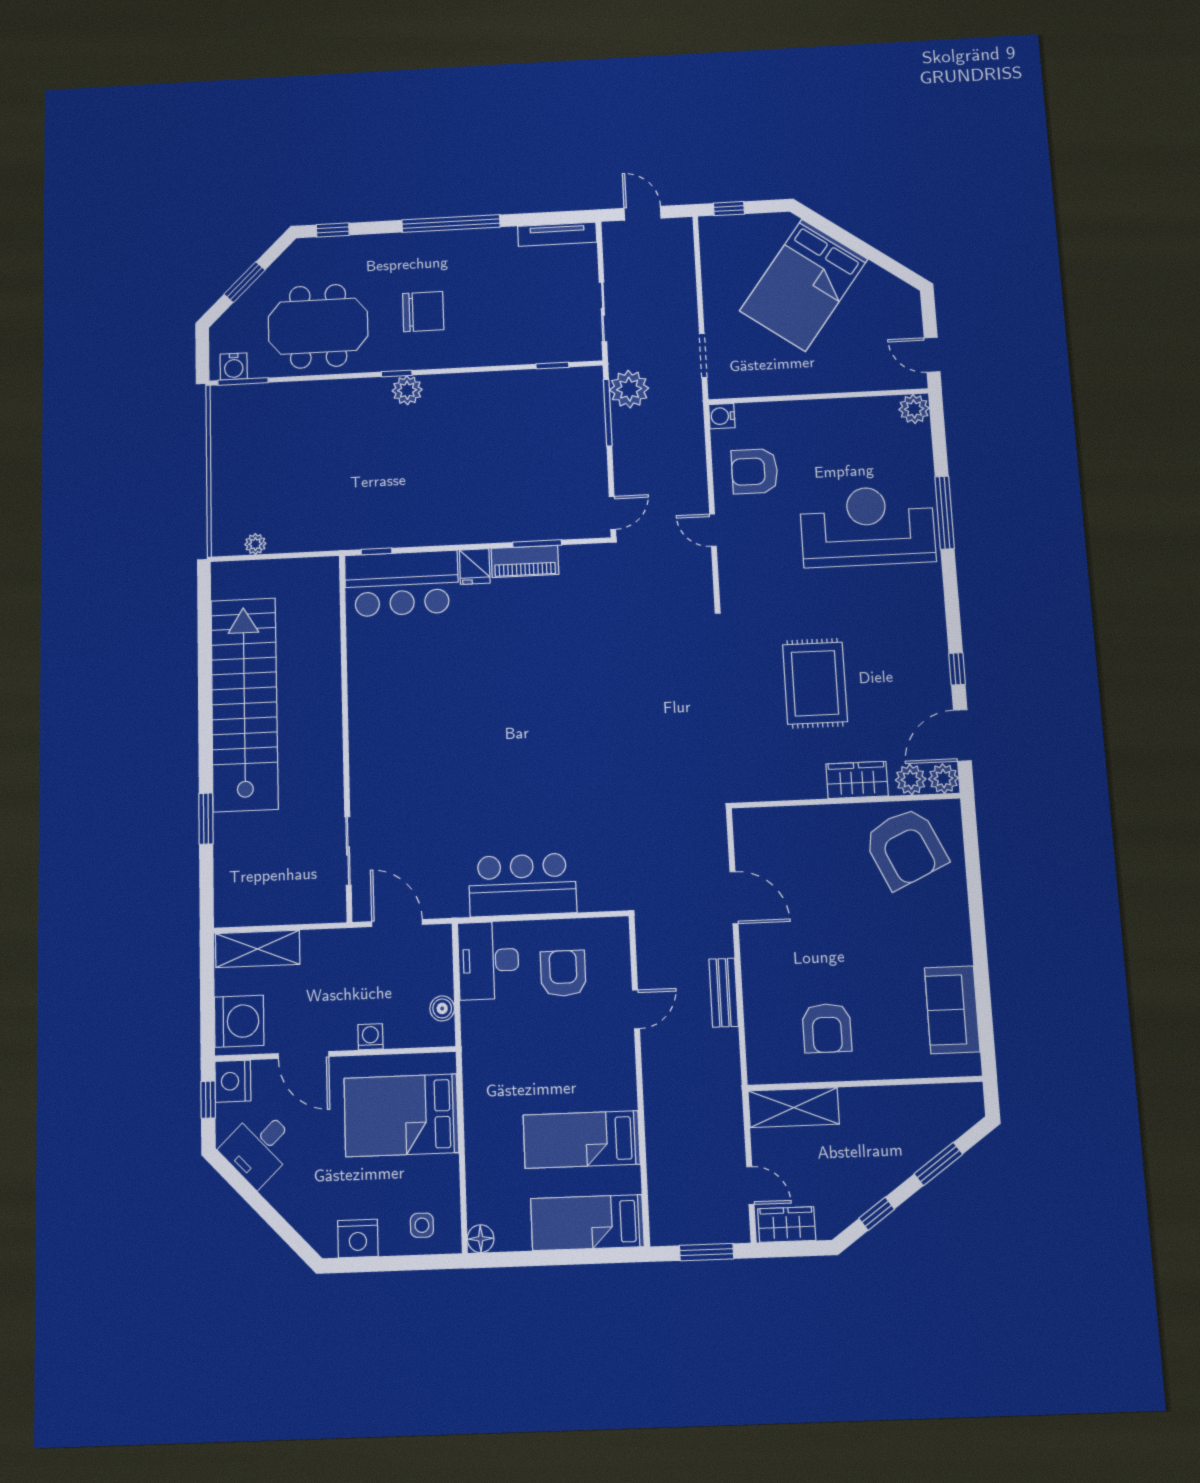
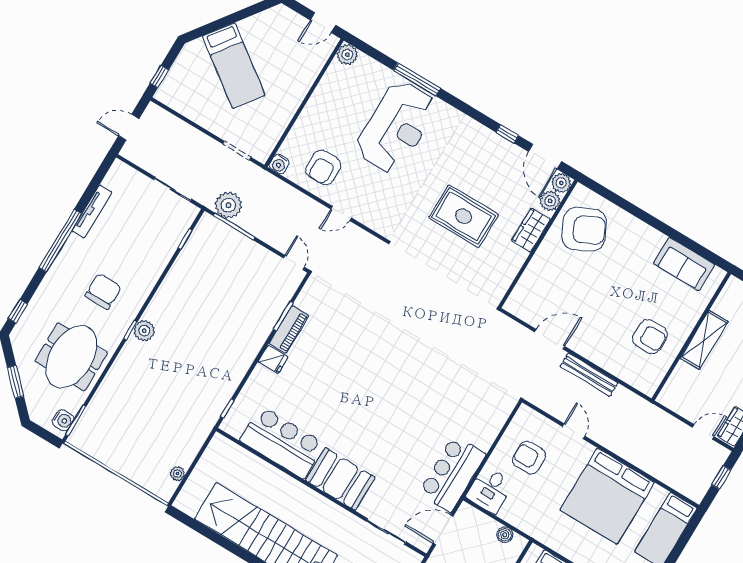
tv unit: (557, 234) -> (92, 212), moved
bed: (804, 285) -> (234, 66), width x0.67
reception desk: (867, 526) -> (396, 127), turned 180
bar counter: (402, 584) -> (282, 442), moved, turned -90
booth: (378, 748) -> (340, 479), added
bar counter: (522, 885) -> (452, 474), moved
desk: (488, 960) -> (490, 490), width x0.73
bench: (724, 993) -> (589, 375), width x1.36
shelving: (794, 1108) -> (704, 340), moved
bed: (582, 1140) -> (607, 496), width x2.04
window: (707, 1252) -> (721, 477), width x0.67

